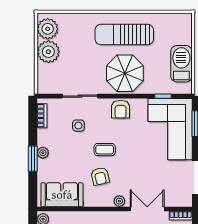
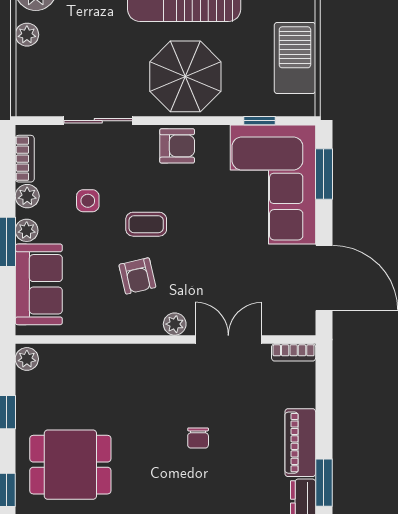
plant: (48, 52) -> (27, 35), width x0.53, depth x0.53
armchair: (121, 109) -> (177, 146), turned -90
side table: (78, 126) -> (88, 201), moved
plant: (43, 135) -> (27, 196), added
sofa: (62, 195) -> (39, 284), moved, turned 90

